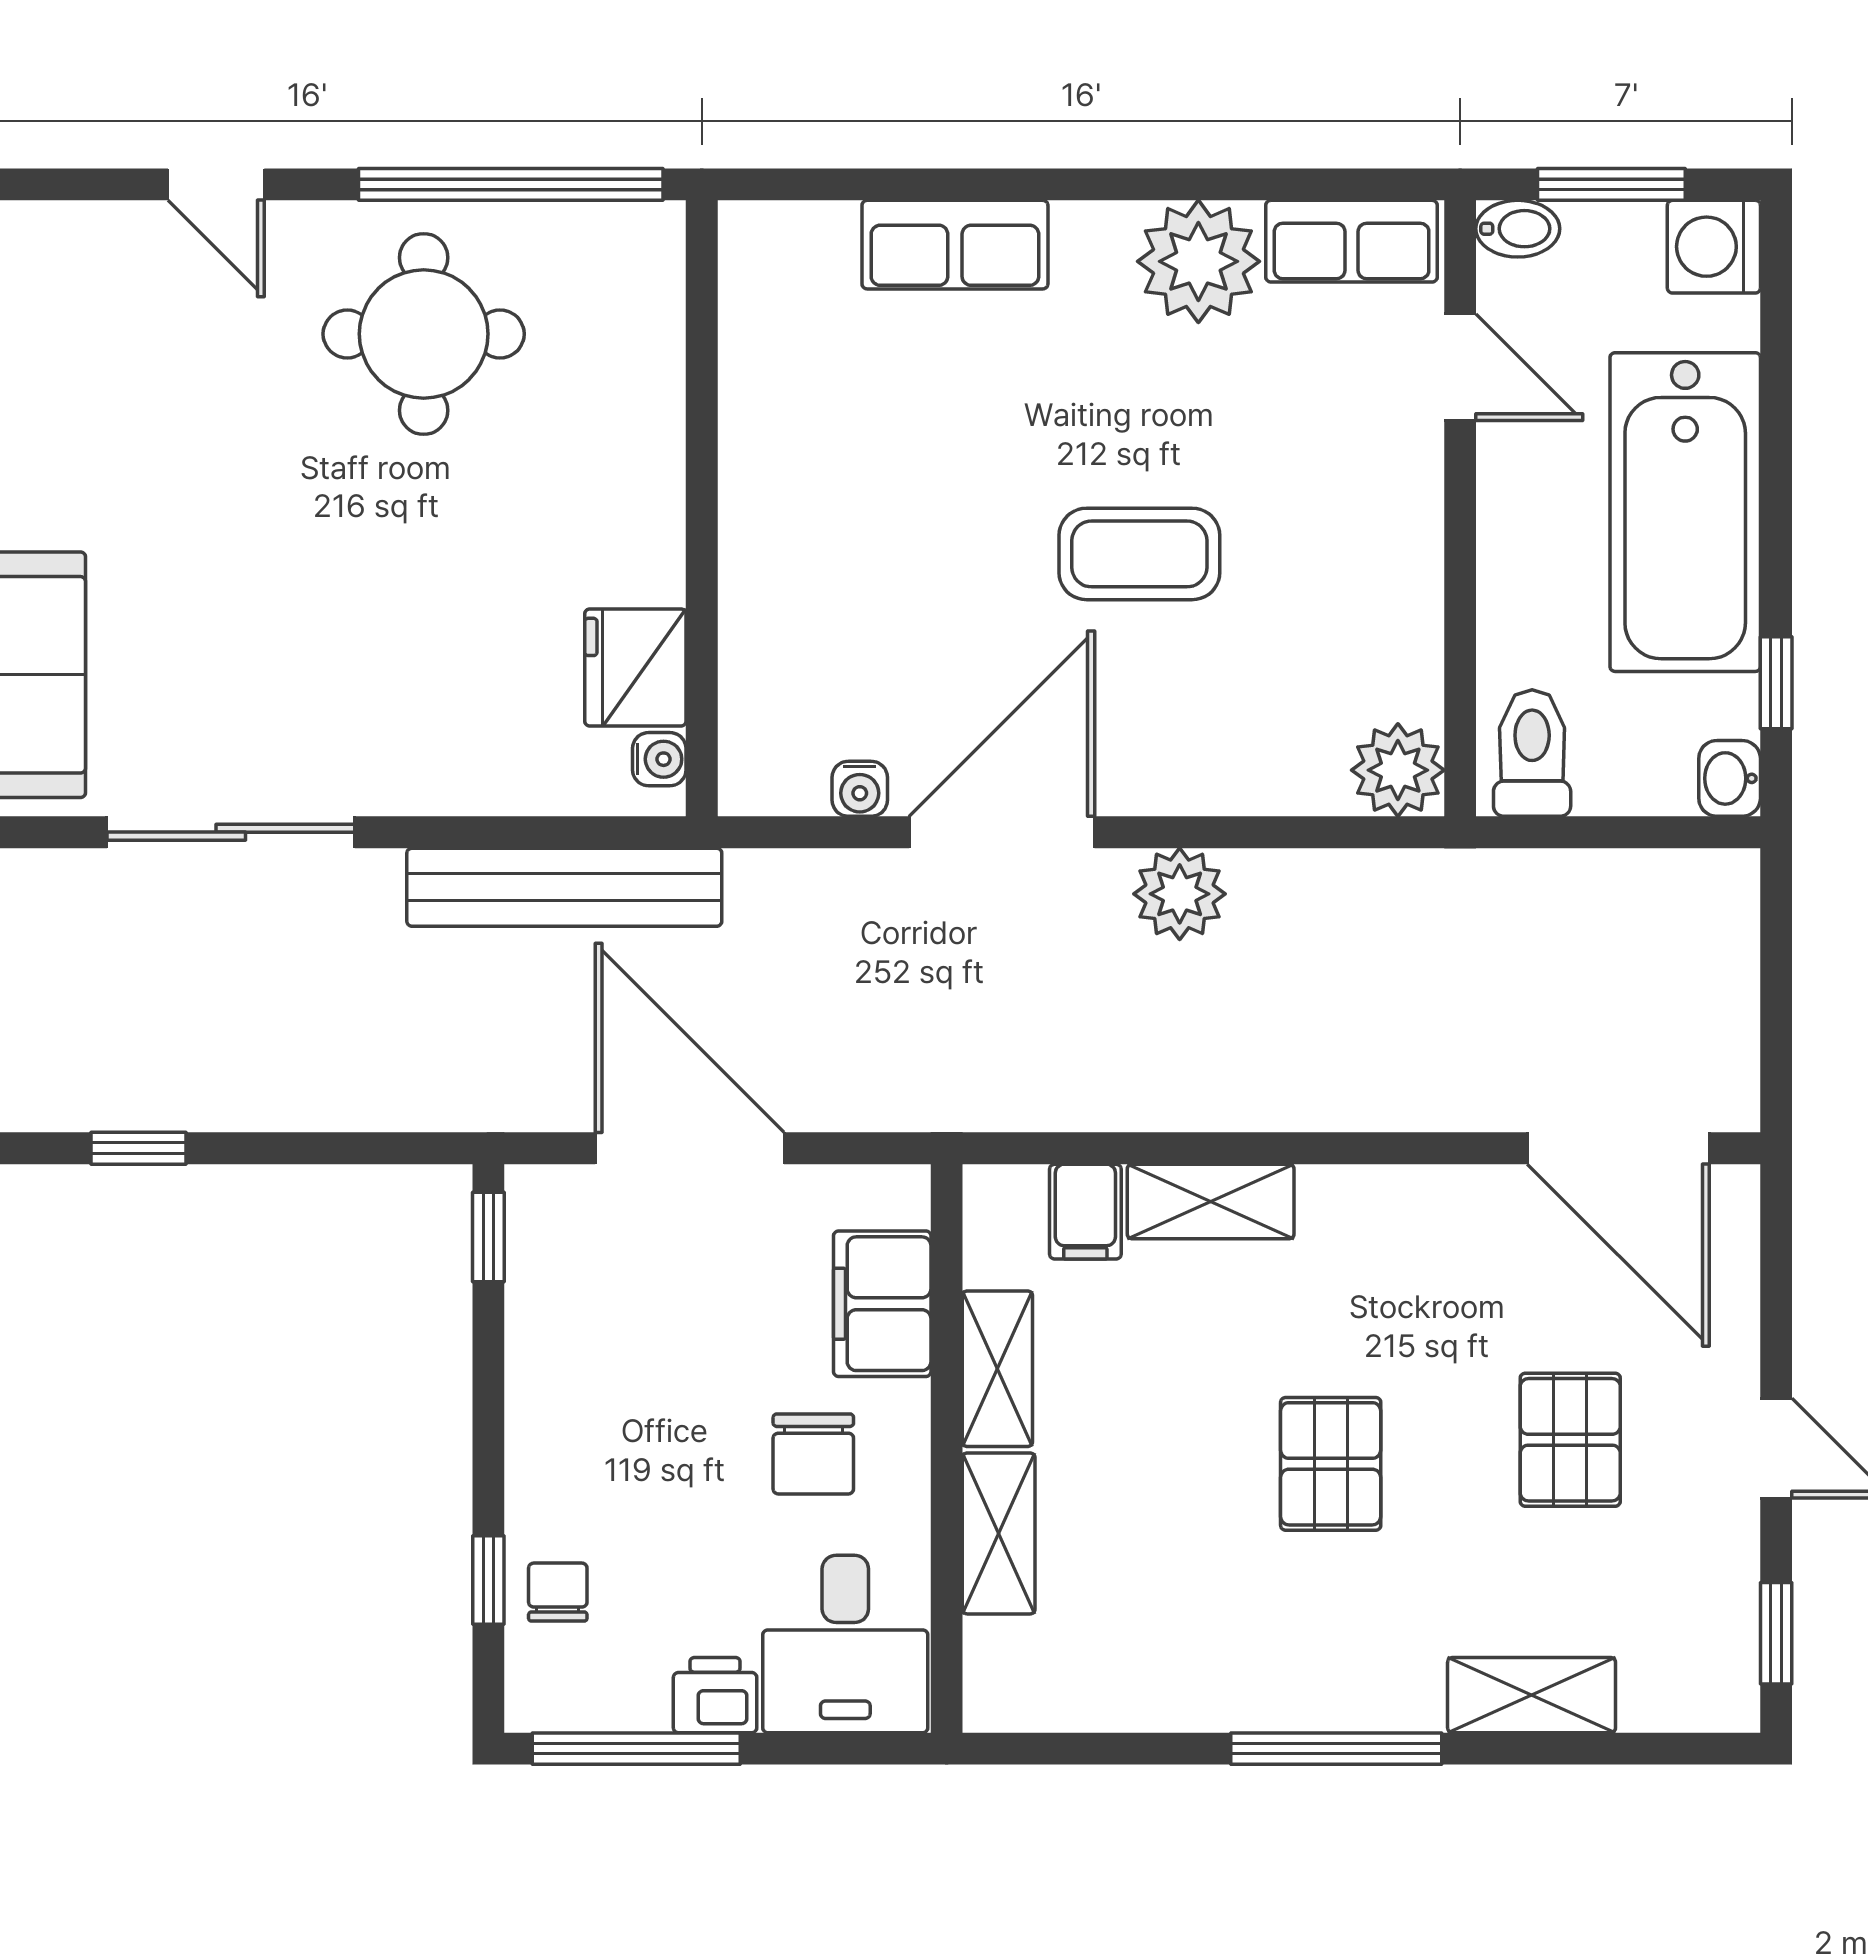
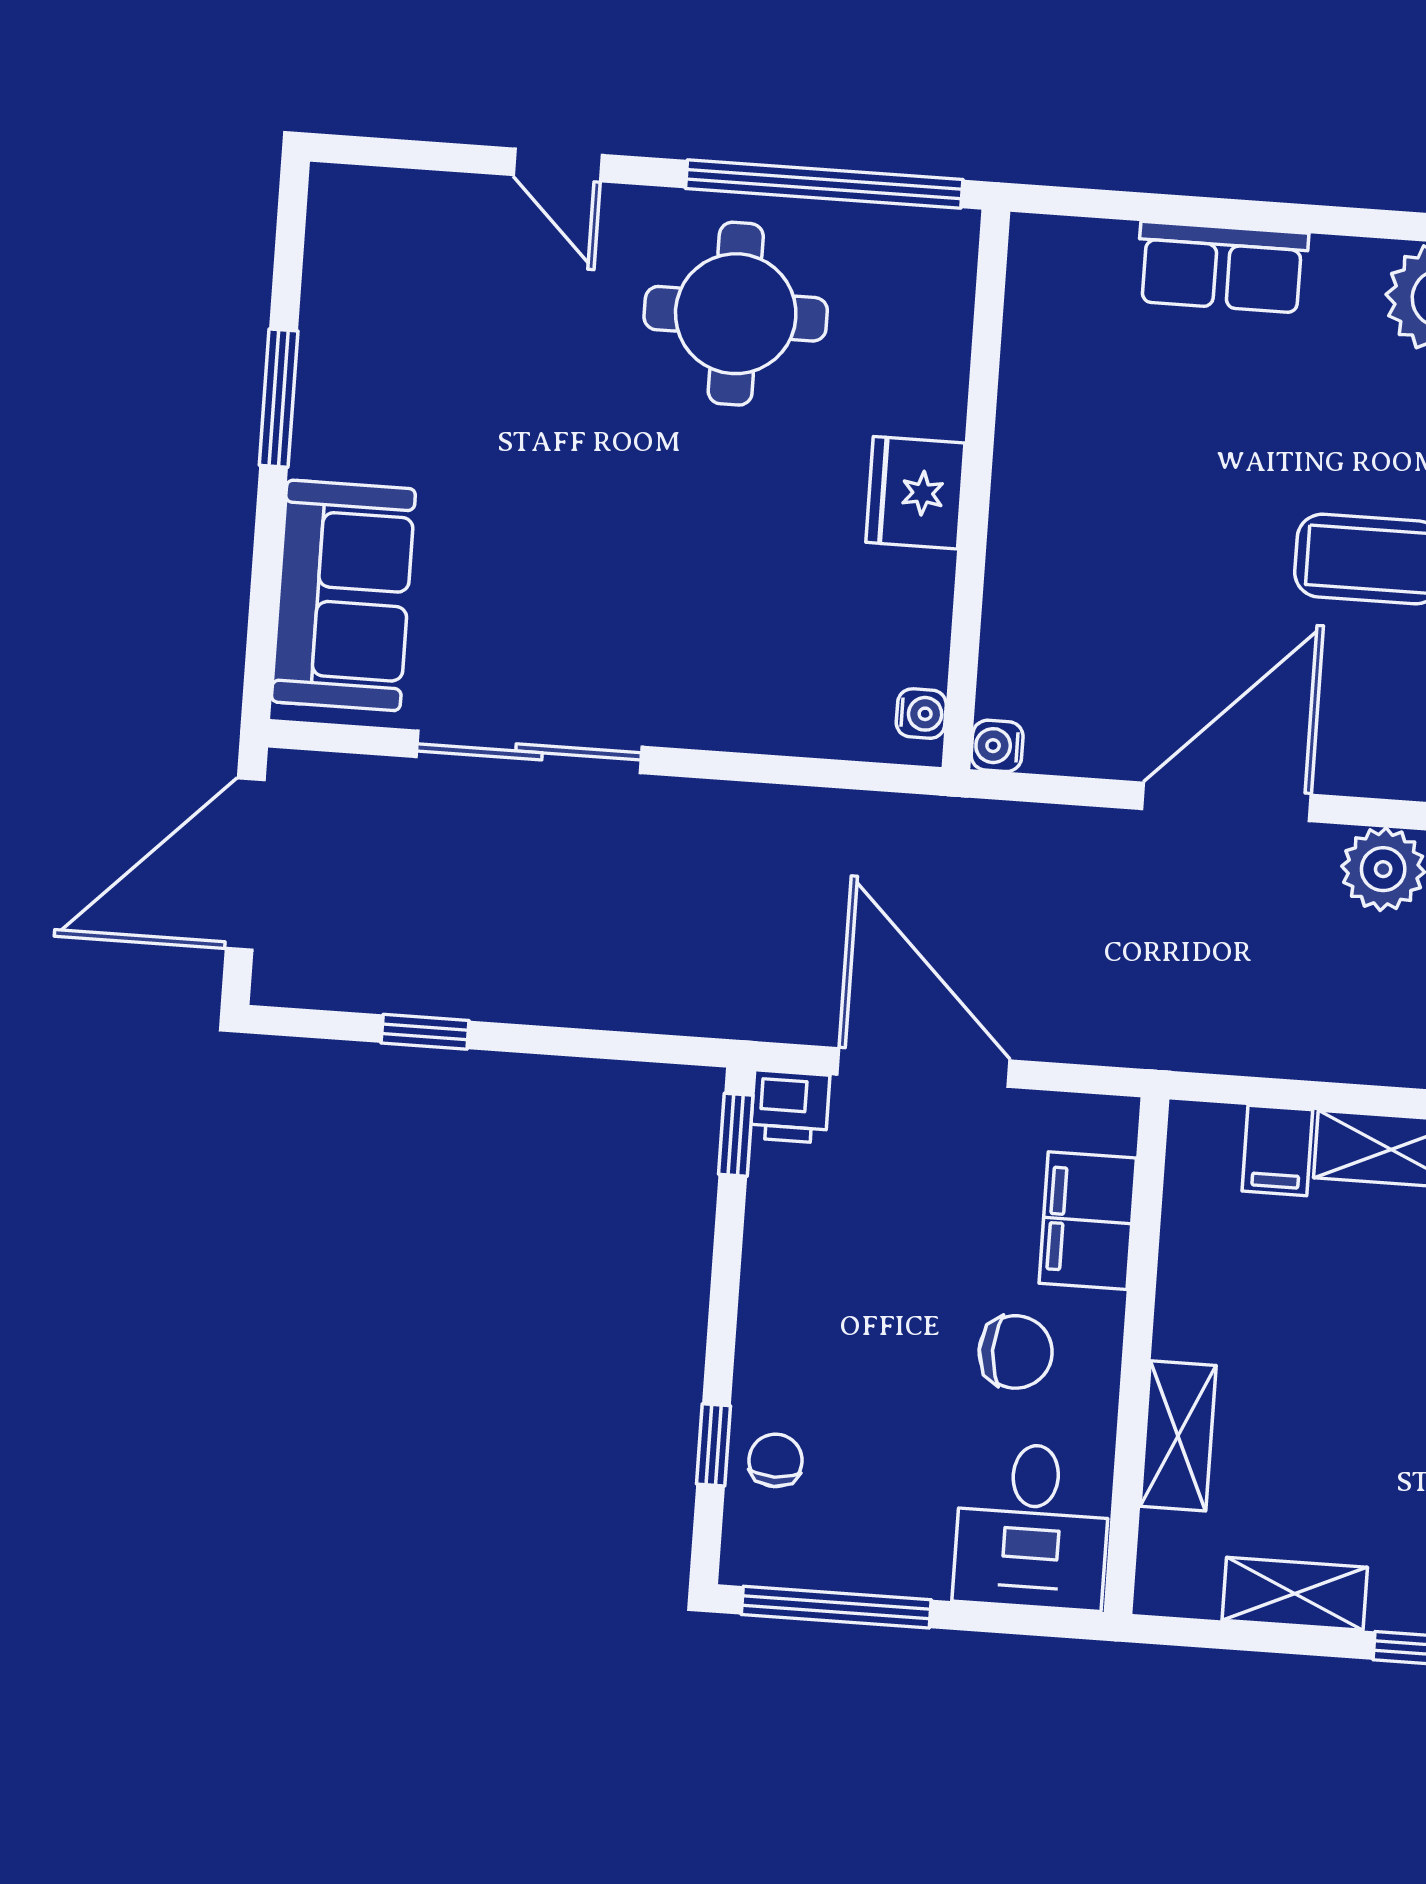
fridge: (635, 667) -> (915, 493), moved
water cooler: (860, 789) -> (997, 746), moved, turned 90
bench: (564, 887) -> (827, 823), removed
shelving: (997, 1369) -> (1295, 1594), moved, turned 90
chair: (813, 1454) -> (1016, 1352), turned -90
printer: (715, 1695) -> (790, 1107), moved, turned 180

